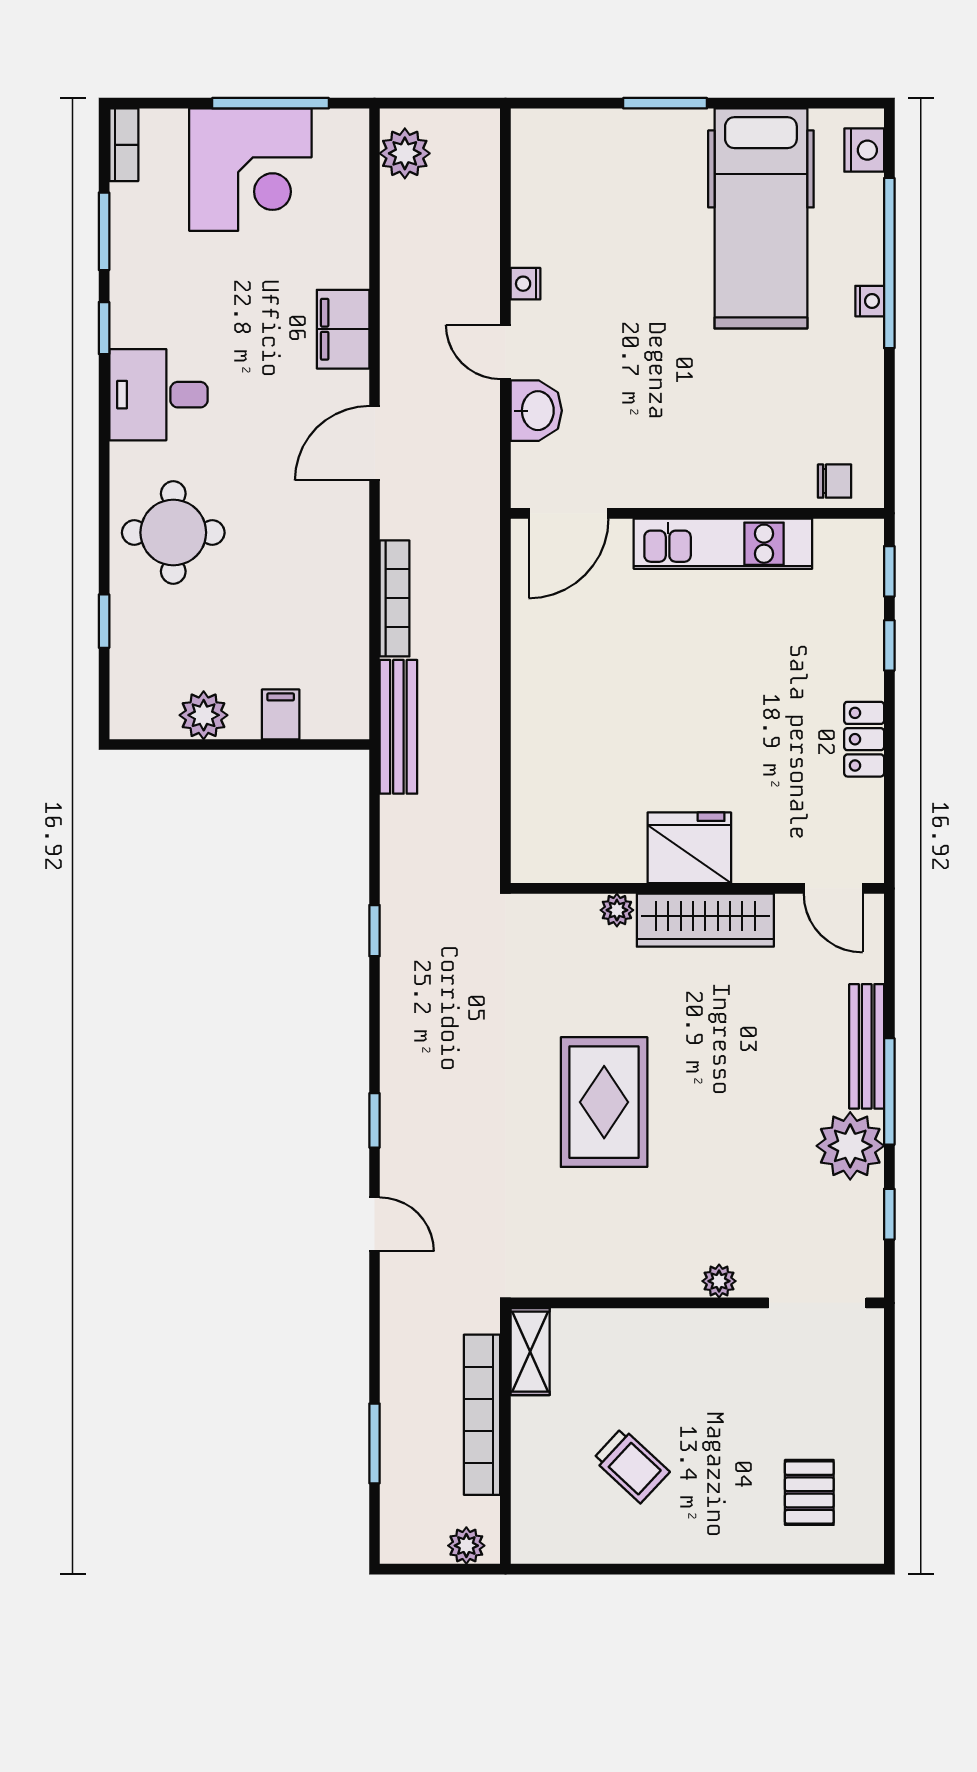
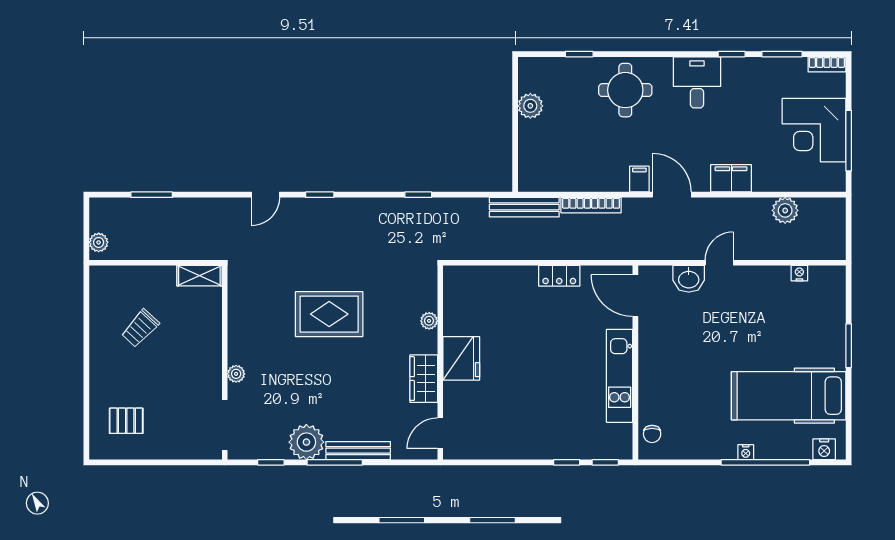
plant: (405, 153) -> (785, 210), moved
nightstand: (525, 284) -> (799, 273), moved
filing cabinet: (281, 714) -> (639, 179), moved, turned -90
locker: (864, 739) -> (559, 276), moved, turned 180
wardrobe: (705, 920) -> (424, 379), width x0.67
bookcase: (482, 1415) -> (167, 251), removed

